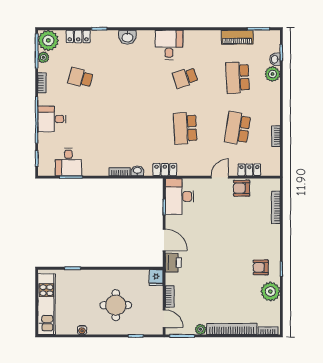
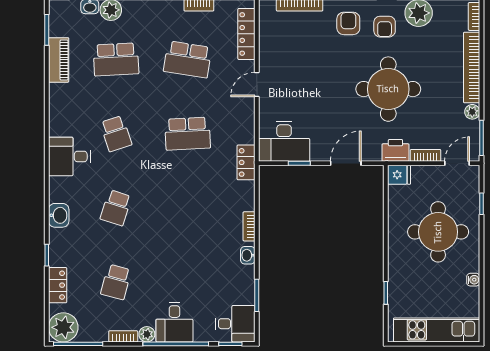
plant: (43, 57) -> (147, 334), moved
school desk: (133, 78) -> (116, 208), added
desk: (68, 162) -> (235, 324), moved
locker: (249, 170) -> (246, 34), width x1.53
washbasin: (137, 171) -> (248, 255), moved
door: (220, 177) -> (257, 85), hinge flipped
armchair: (242, 188) -> (348, 23), moved, turned 180
printer: (173, 263) -> (395, 150), moved
round table: (217, 270) -> (388, 89), added
round table: (116, 305) -> (438, 232), width x1.36, depth x1.36

